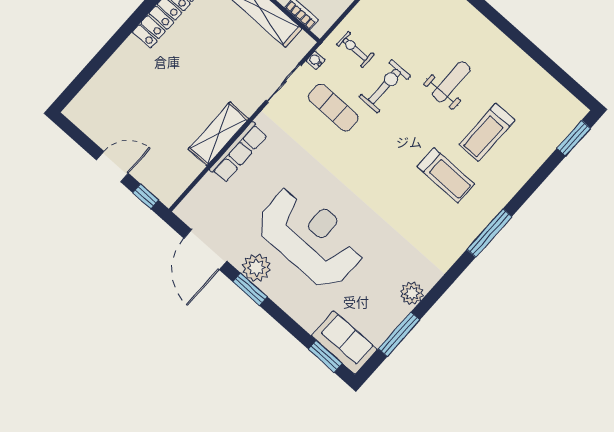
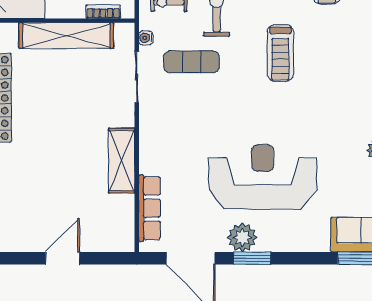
row of seats: (239, 152) -> (150, 208), moved
treadmill: (446, 175) -> (280, 53), moved, turned 90
window: (146, 196) -> (109, 258), removed

